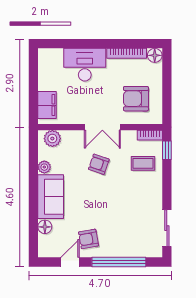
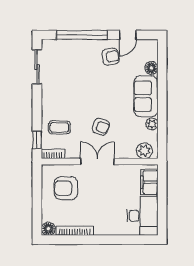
desk: (85, 65) -> (142, 216), moved, turned -90
armchair: (136, 99) -> (66, 188), turned 180

